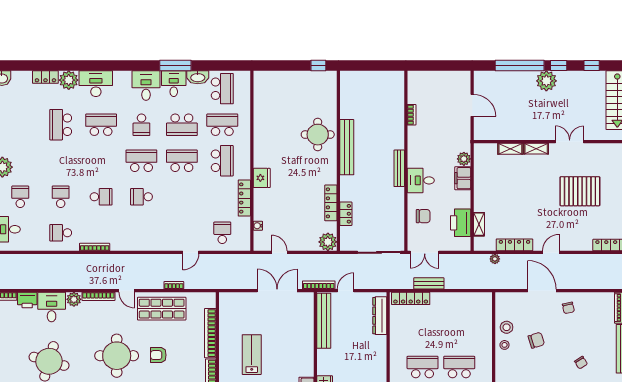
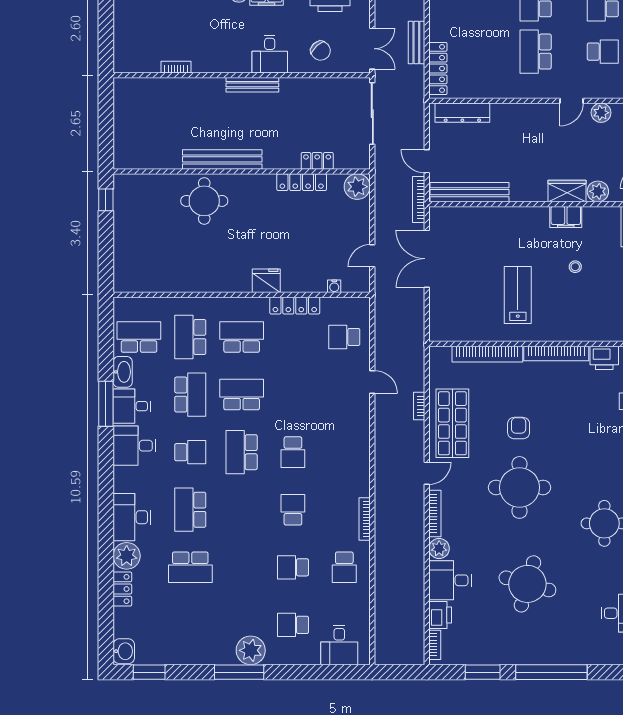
school desk: (182, 161) -> (242, 395), turned 90
chair: (423, 216) -> (321, 51), turned 137
armchair: (158, 355) -> (519, 428), turned 180
lab bench: (252, 355) -> (518, 295), turned 90

